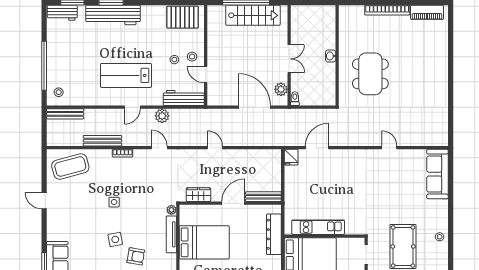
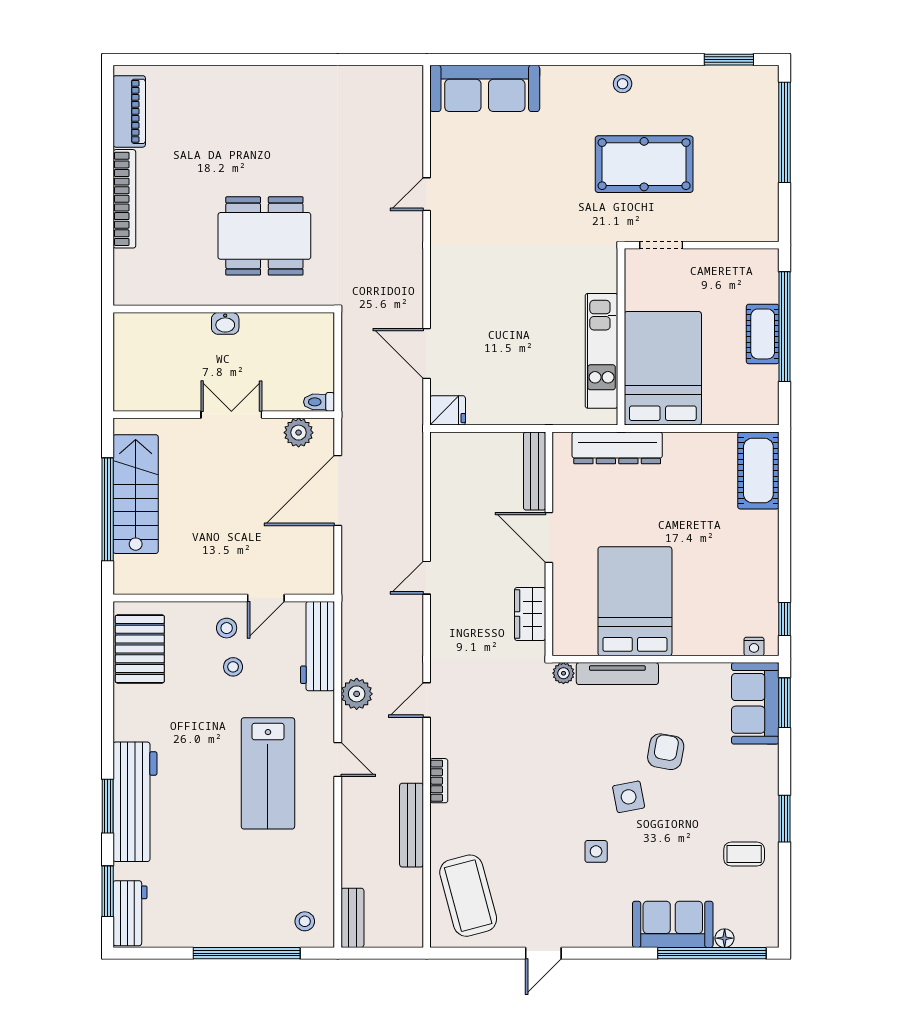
bench: (65, 114) -> (352, 918), width x0.73
side table: (114, 202) -> (596, 851), moved

